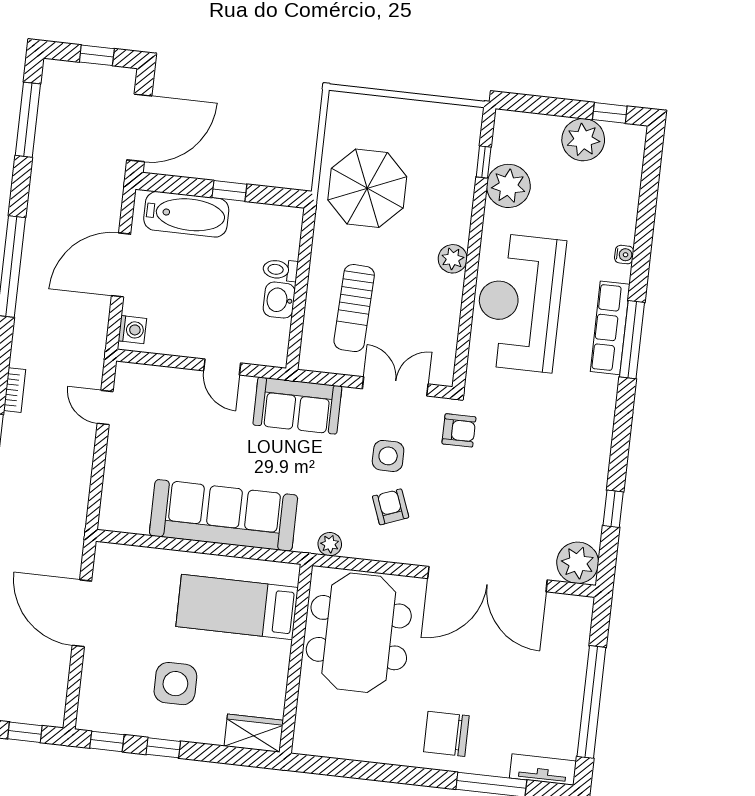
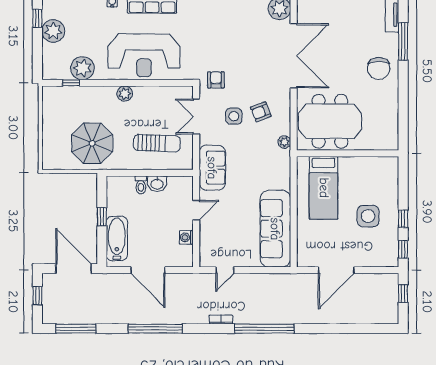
washing machine: (132, 330) -> (186, 237), moved, turned -90
sofa: (224, 515) -> (275, 229), moved
wardrobe: (254, 733) -> (390, 171), removed

